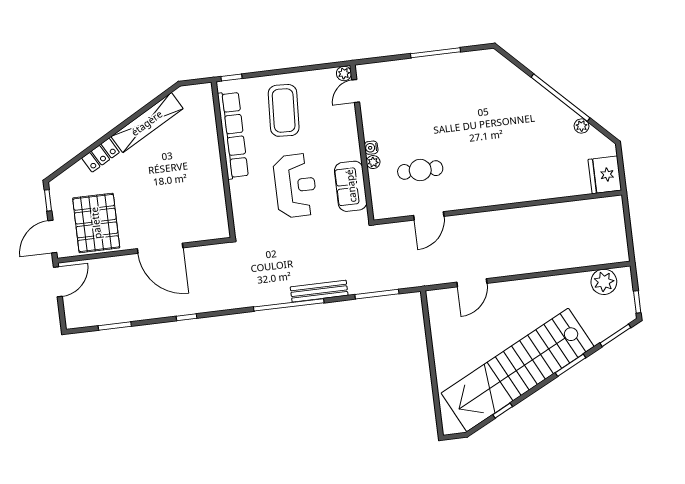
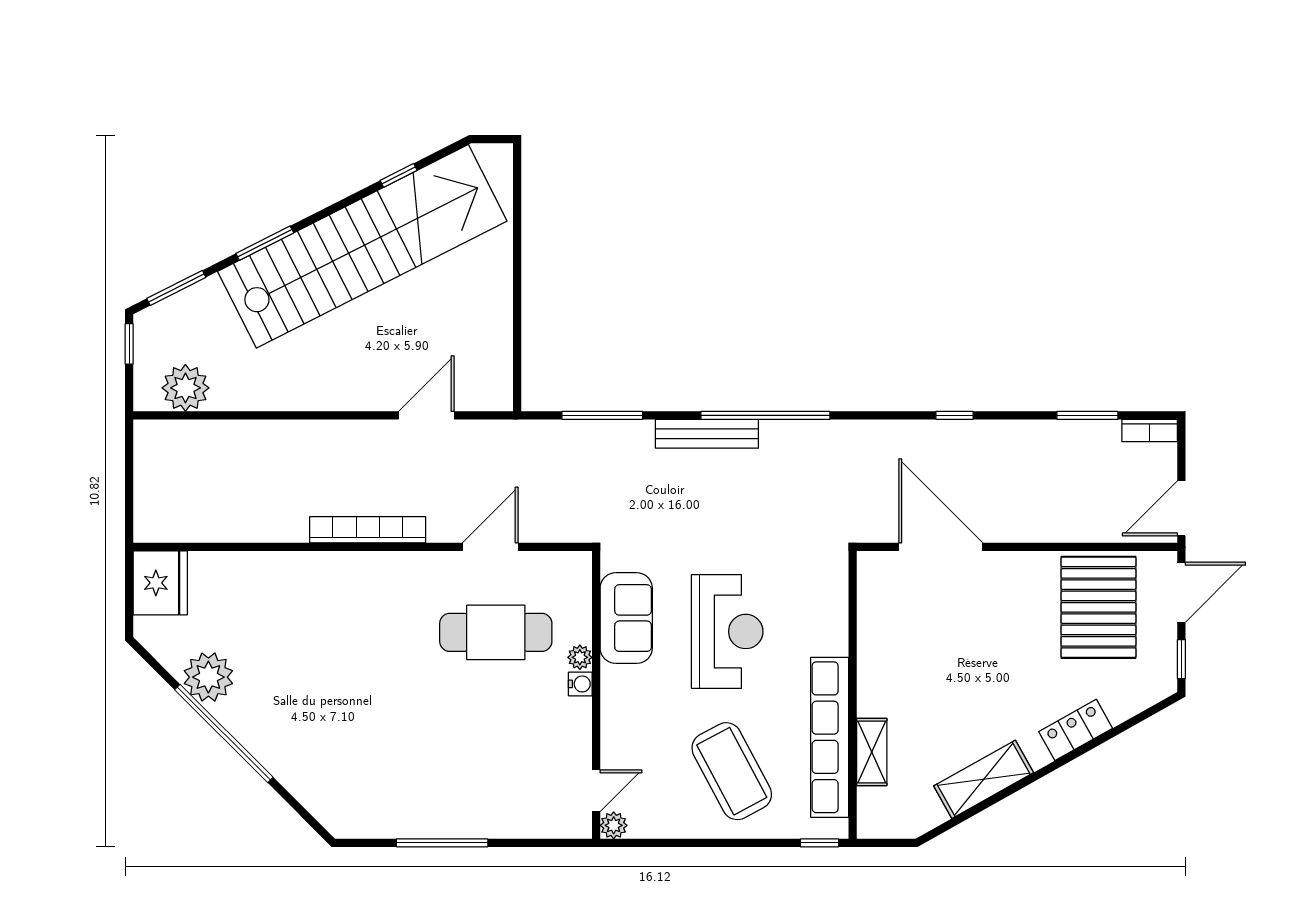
coffee table: (284, 110) -> (732, 771), turned -31
shelving: (147, 123) -> (984, 779), width x0.68
plant: (582, 126) -> (208, 677), width x1.87, depth x1.87
shelving: (209, 130) -> (872, 752), added
cafe table: (420, 170) -> (496, 632), width x1.37, depth x1.35
reception desk: (295, 186) -> (727, 631), turned 180
bookcase: (496, 217) -> (368, 530), added
door: (160, 248) -> (941, 547), moved
bookcase: (80, 322) -> (1150, 430), added

